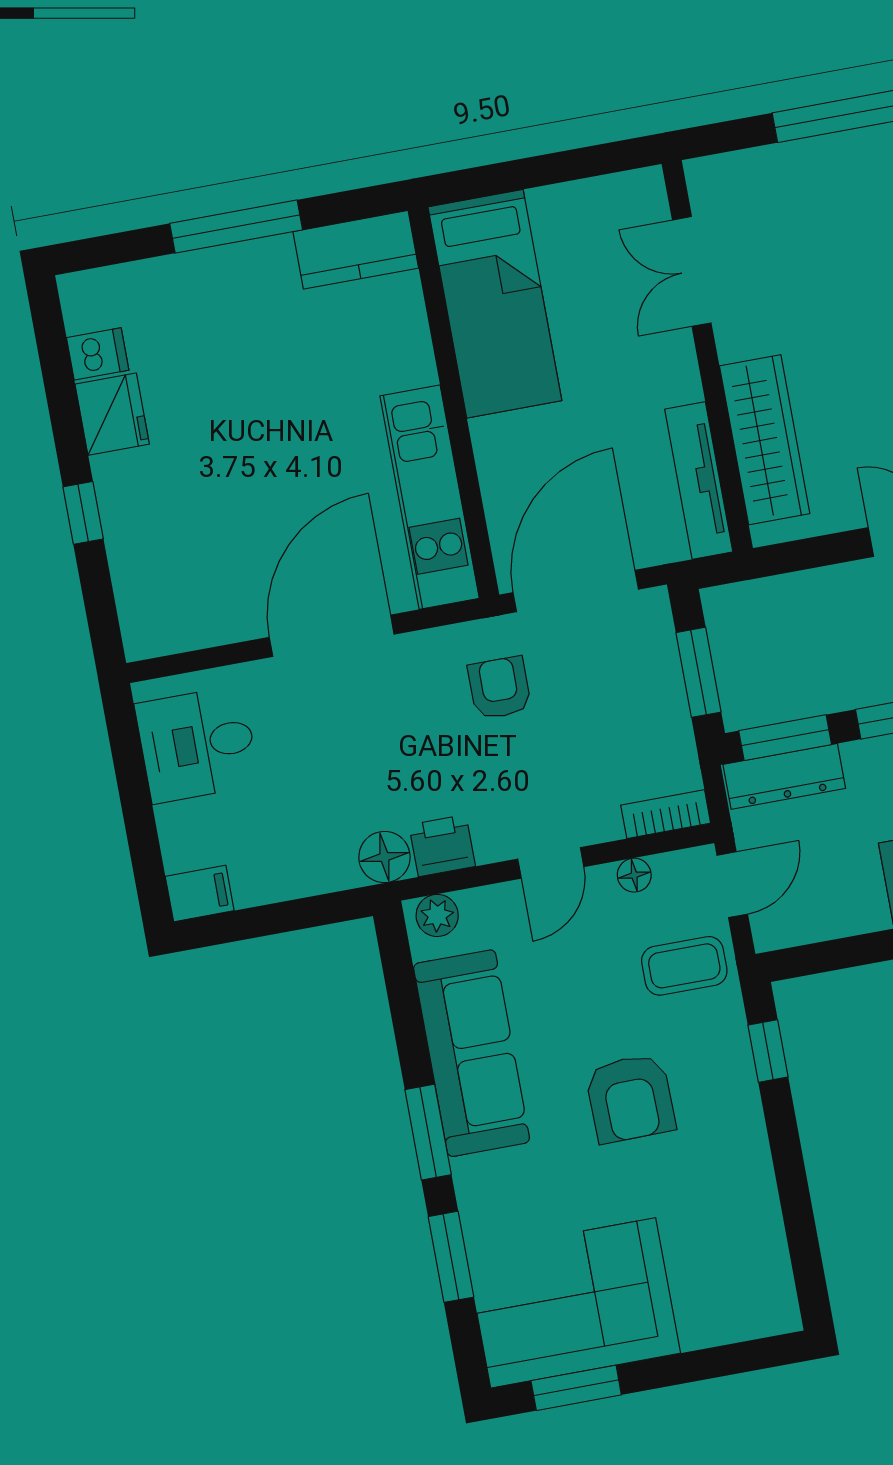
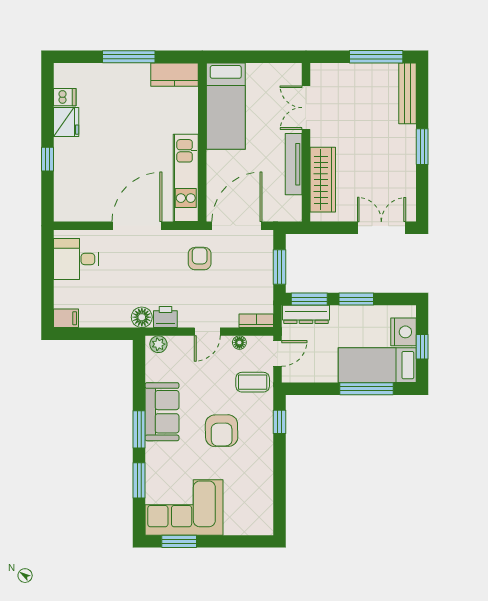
tv unit: (699, 480) -> (294, 164), moved
sofa: (472, 1053) -> (162, 412), width x0.73

